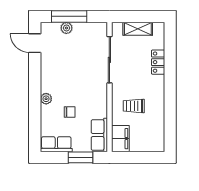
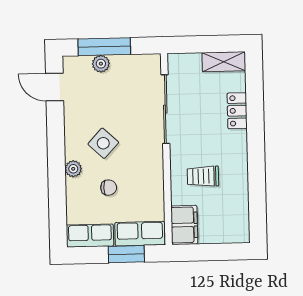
shelving: (138, 29) -> (224, 62), moved
side table: (67, 82) -> (103, 143), added
row of seats: (99, 135) -> (140, 234), moved, turned 90

